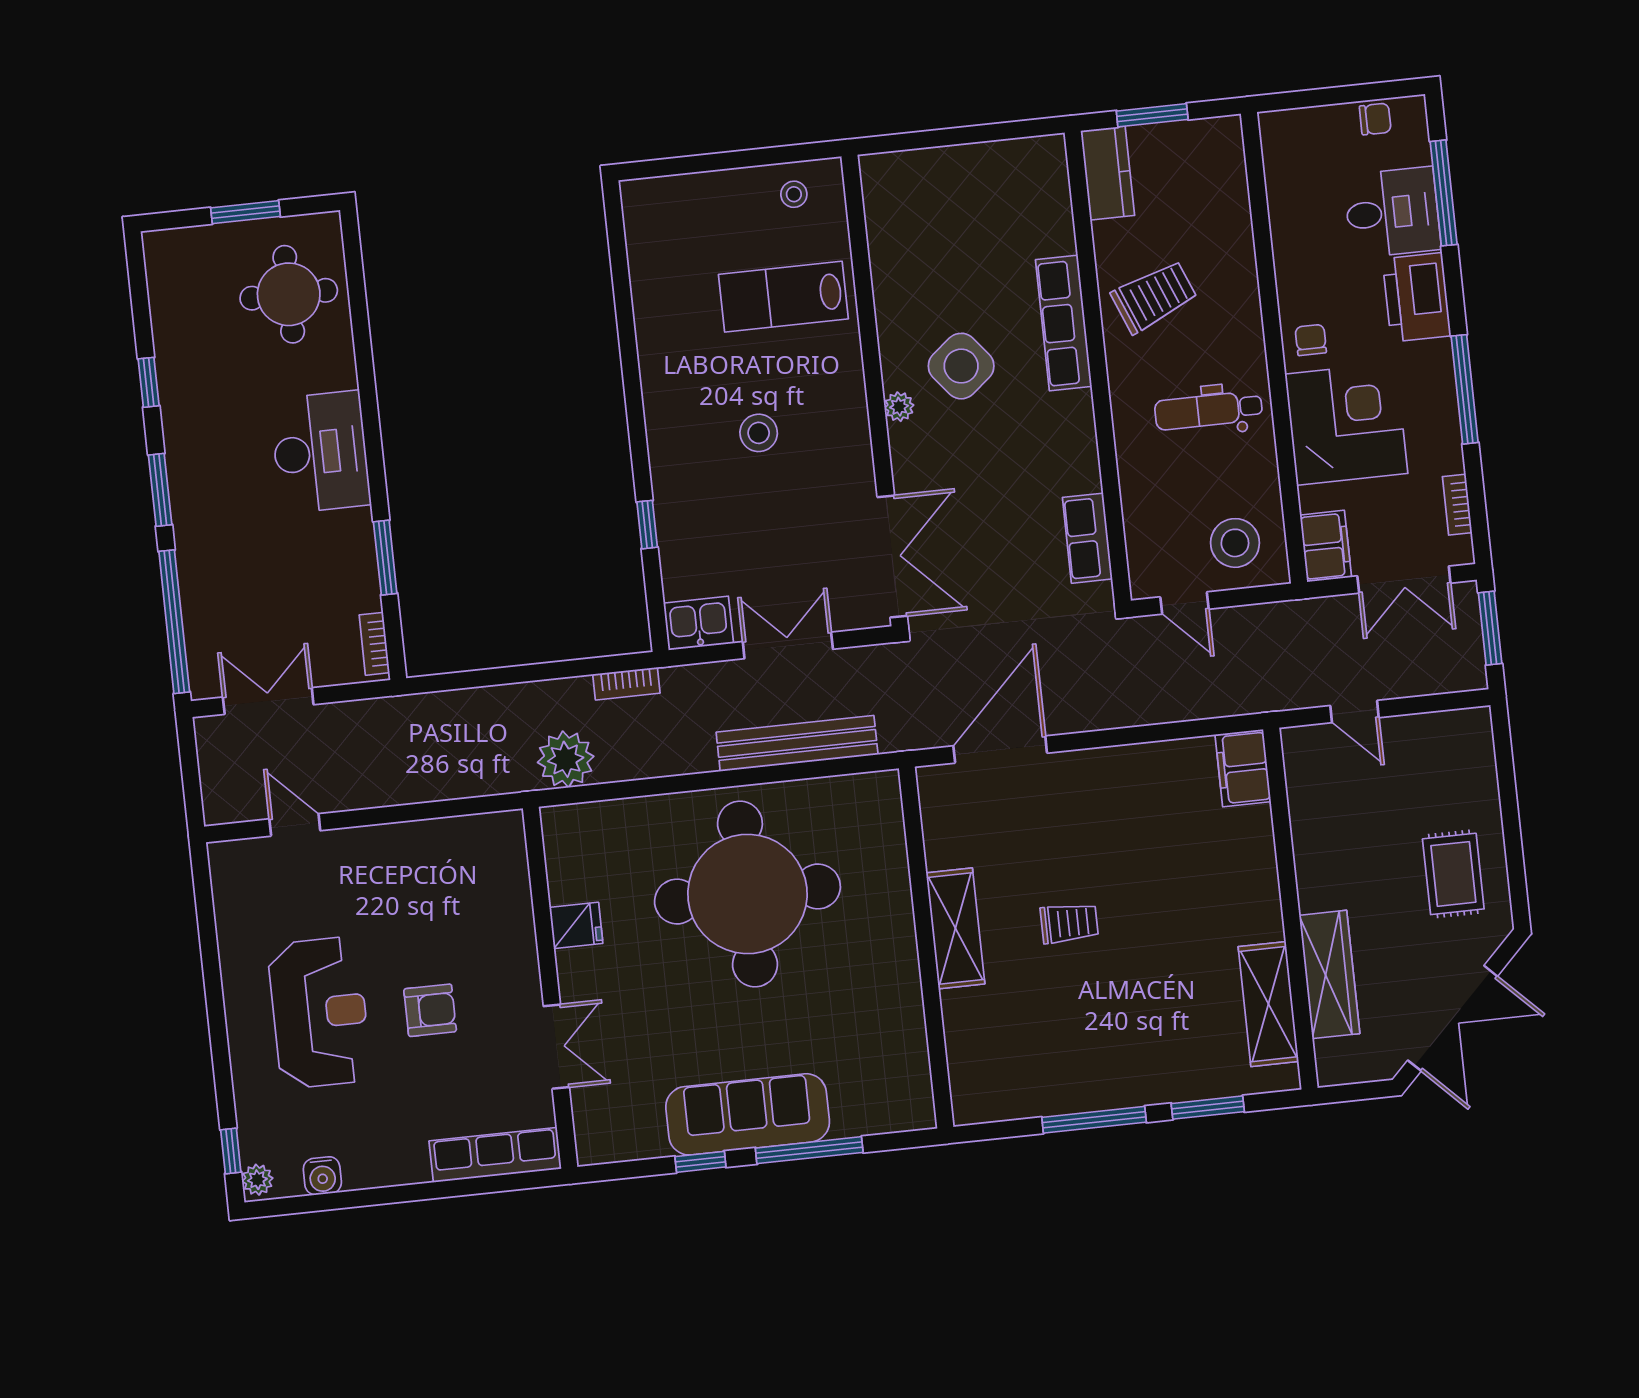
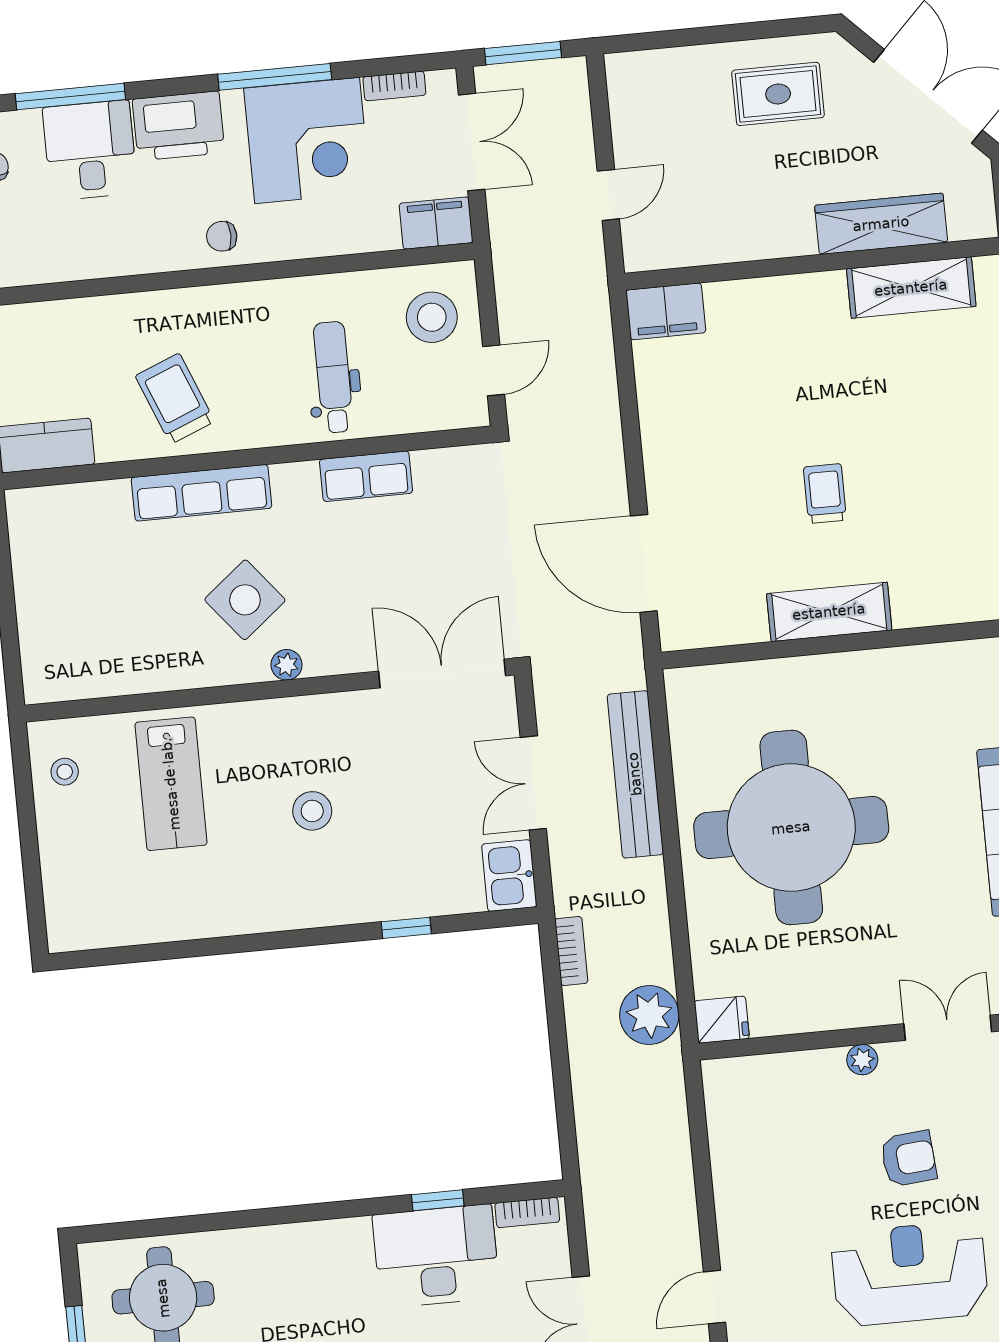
dental chair: (1209, 410) -> (333, 377), moved, turned 180
corner desk: (1346, 424) -> (307, 140), moved, turned 180
desk: (320, 452) -> (436, 1256), moved
row of seats: (1087, 538) -> (366, 476), moved
window: (385, 558) -> (438, 1200), width x0.67
fridge: (576, 925) -> (722, 1020), moved, turned 90
plant: (525, 965) -> (862, 1060), added
armchair: (430, 1010) -> (909, 1159), turned 85

